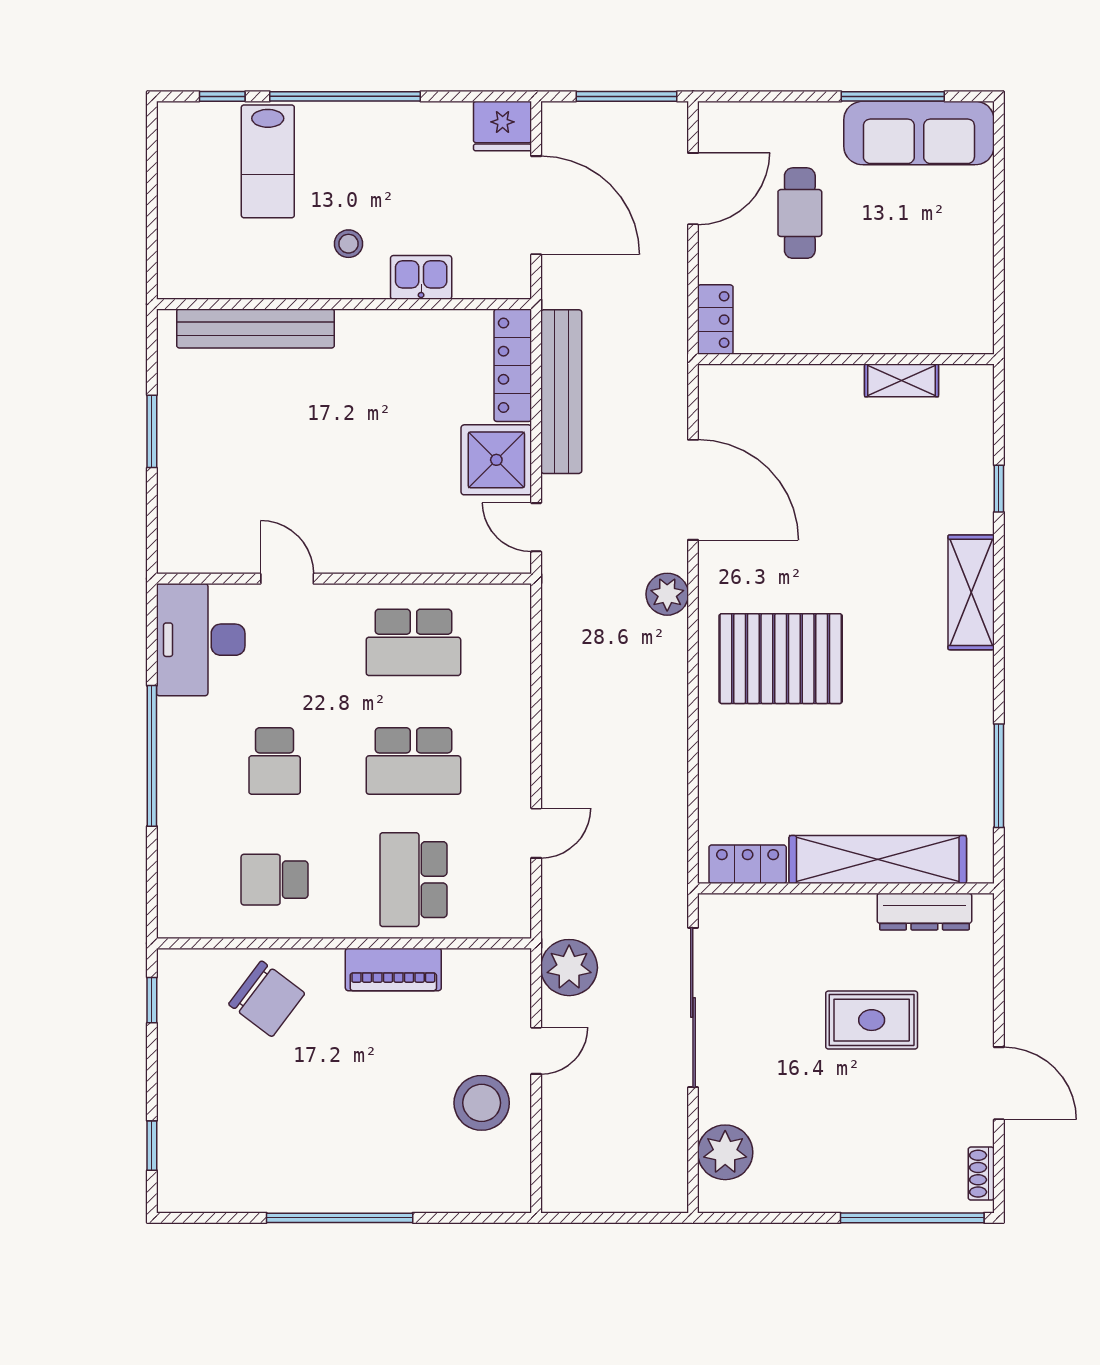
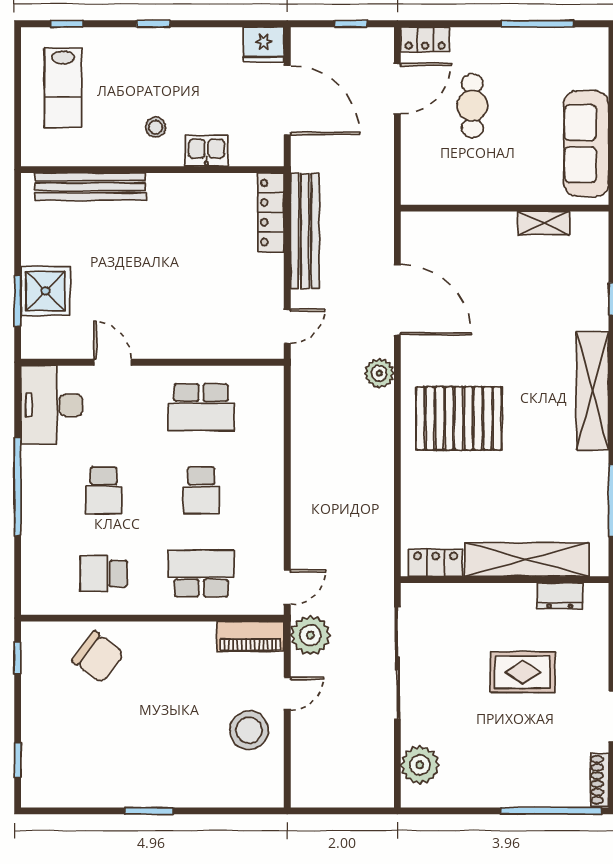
window: (345, 96) -> (153, 24), width x0.32
window: (626, 96) -> (351, 24), width x0.46
sofa: (919, 133) -> (586, 144), moved, turned 90
lab bench: (268, 161) -> (63, 88), moved
locker: (715, 320) -> (425, 39), moved, turned 90
window: (152, 431) -> (18, 301), moved
shower: (496, 460) -> (45, 291), moved
door: (536, 527) -> (287, 326), swing flipped
shelving: (971, 592) -> (593, 391), width x1.47
school desk: (413, 761) -> (201, 490), width x0.54
door: (536, 833) -> (287, 587), moved
school desk: (413, 880) -> (201, 573), turned 90
dresser: (924, 912) -> (560, 596), width x0.70
piano: (393, 969) -> (250, 637), moved
shoe rack: (981, 1174) -> (600, 780), width x1.43
window: (340, 1218) -> (149, 811), width x0.47

